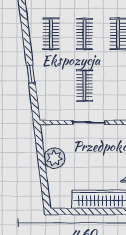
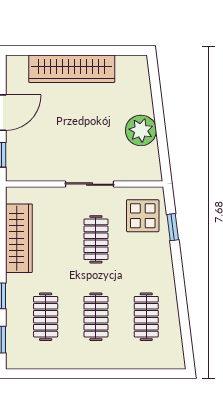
window: (31, 74) -> (173, 227), moved
display table: (53, 101) -> (143, 216), added

